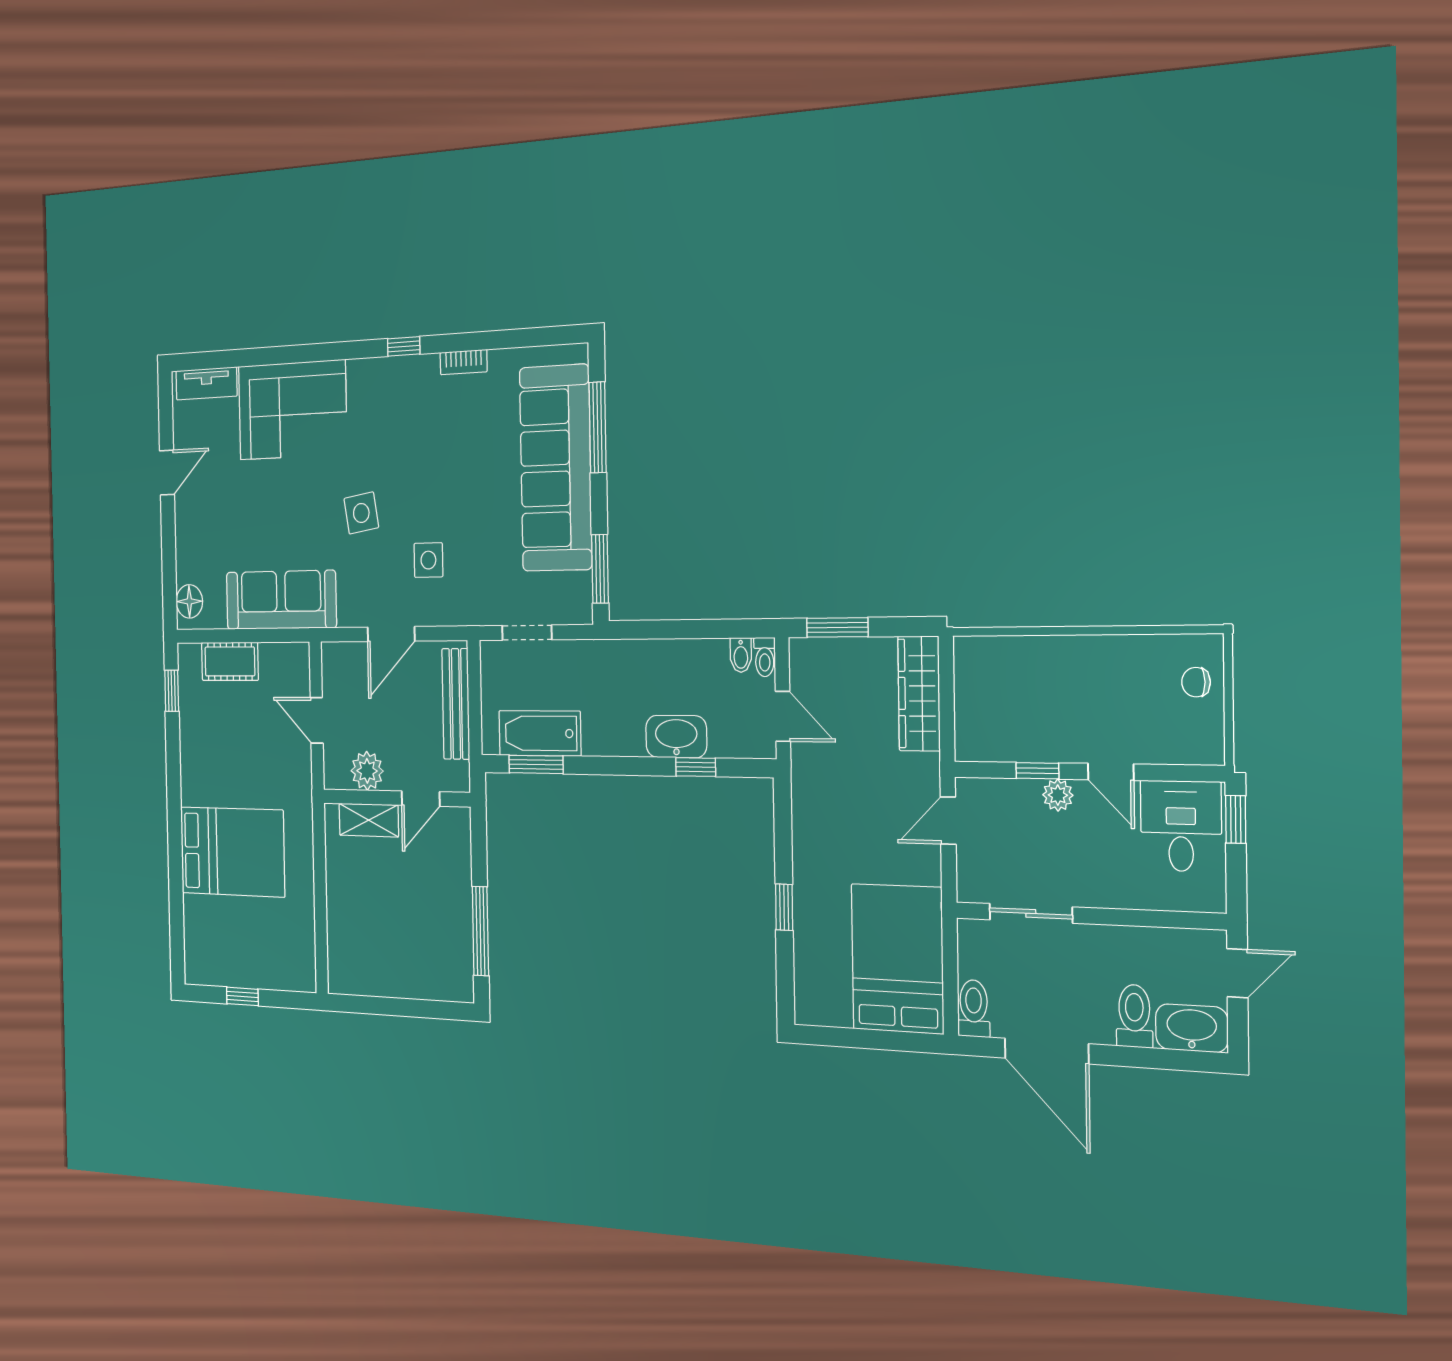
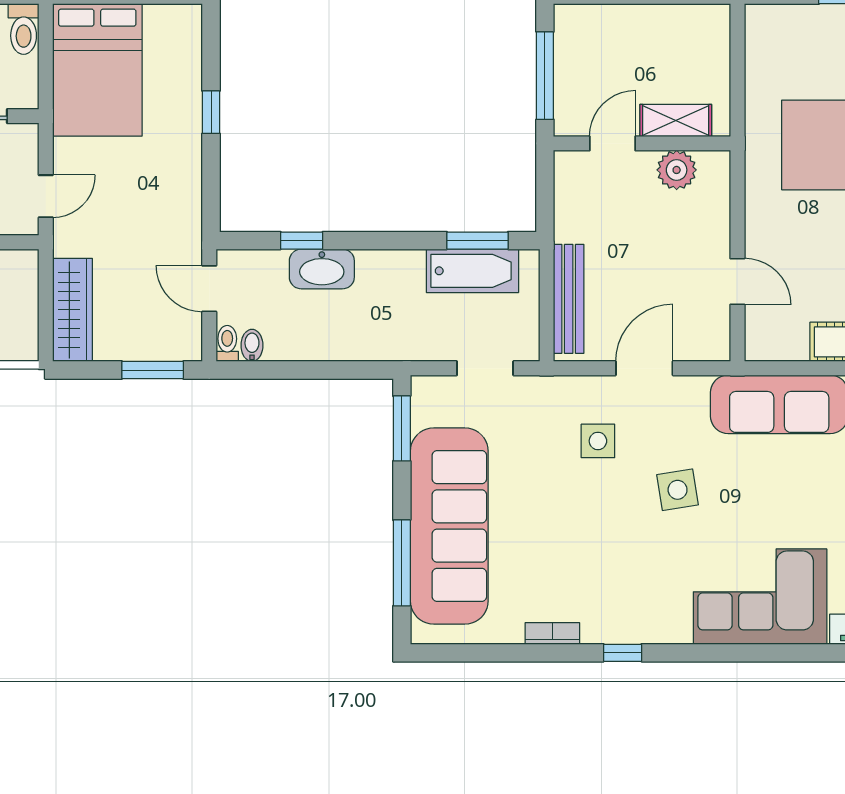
plant: (367, 771) -> (677, 170), moved
wall: (396, 798) -> (642, 143), moved
door: (421, 799) -> (612, 143), moved
shelving: (369, 820) -> (676, 120), moved

